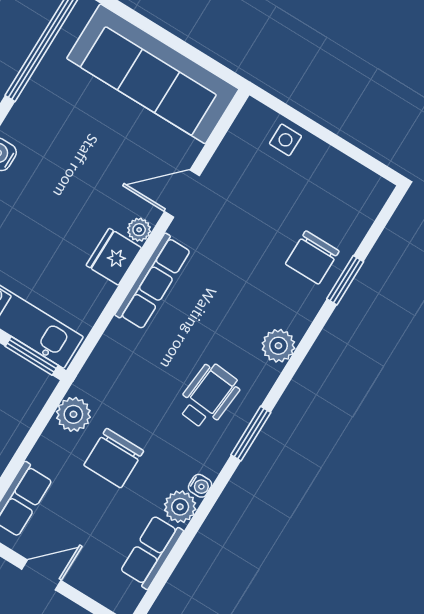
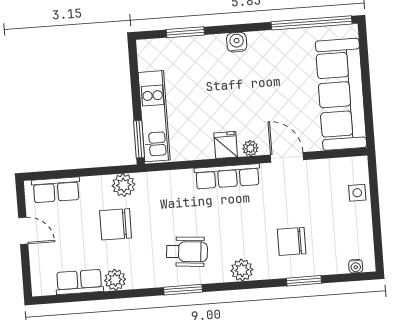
fridge: (114, 257) -> (226, 145), width x0.72
chair: (312, 257) -> (292, 241), moved
water cooler: (200, 486) -> (356, 266), moved

